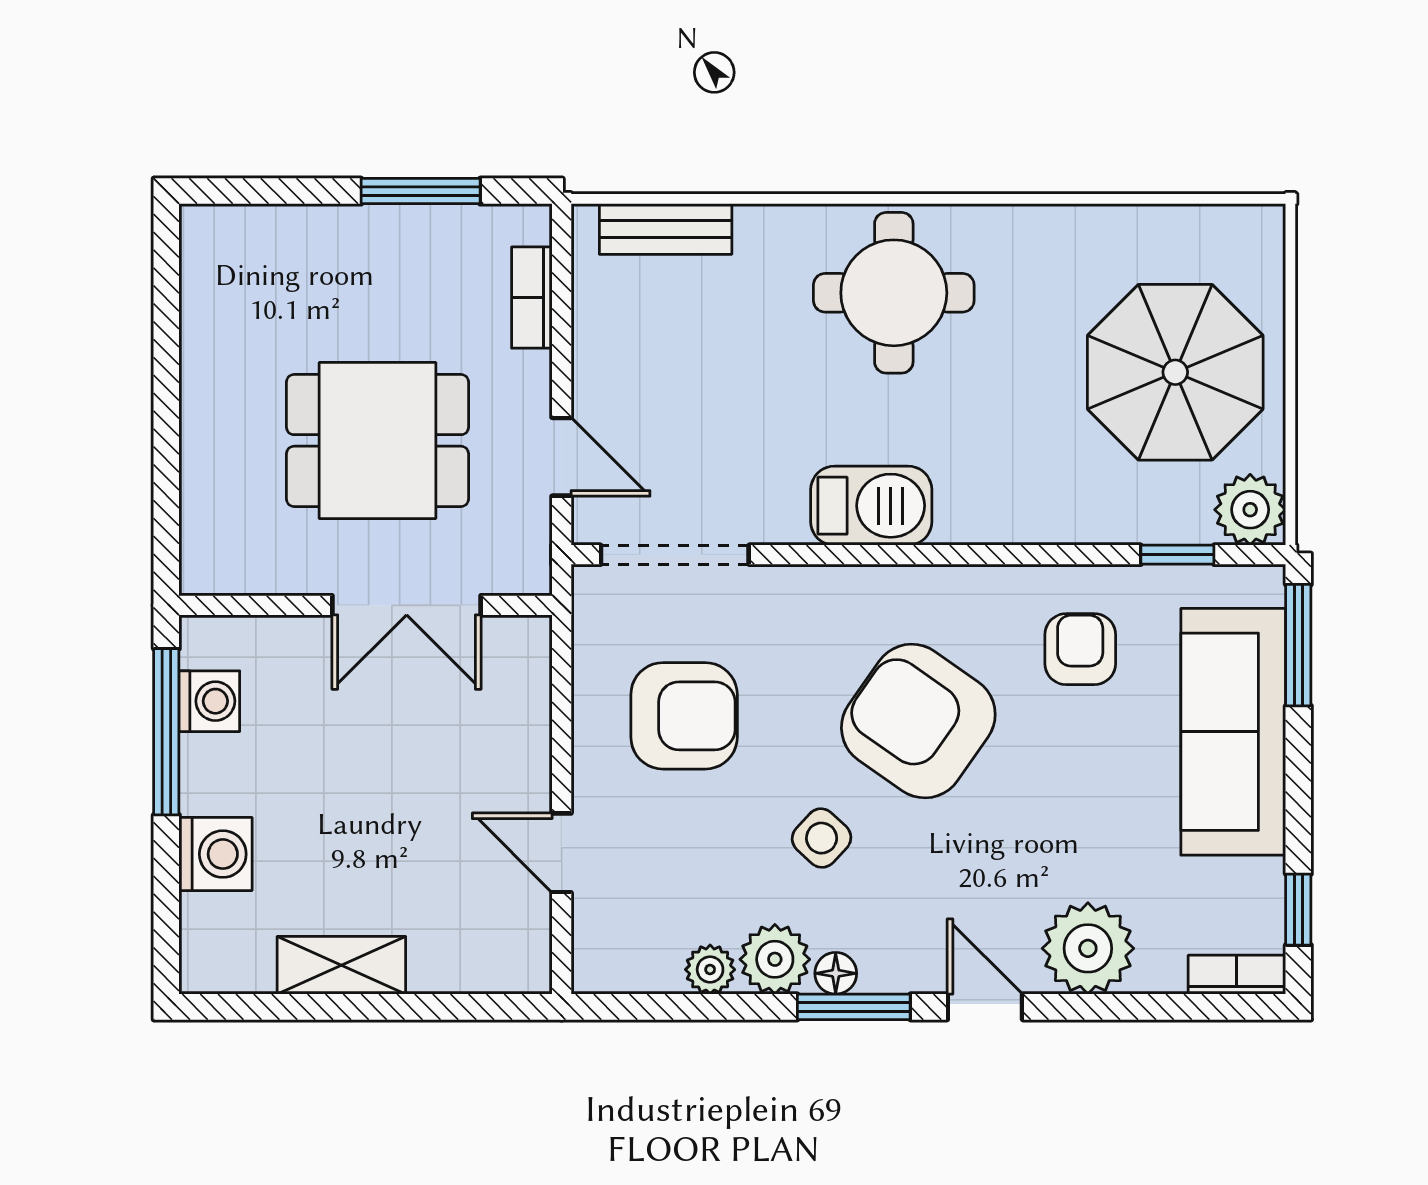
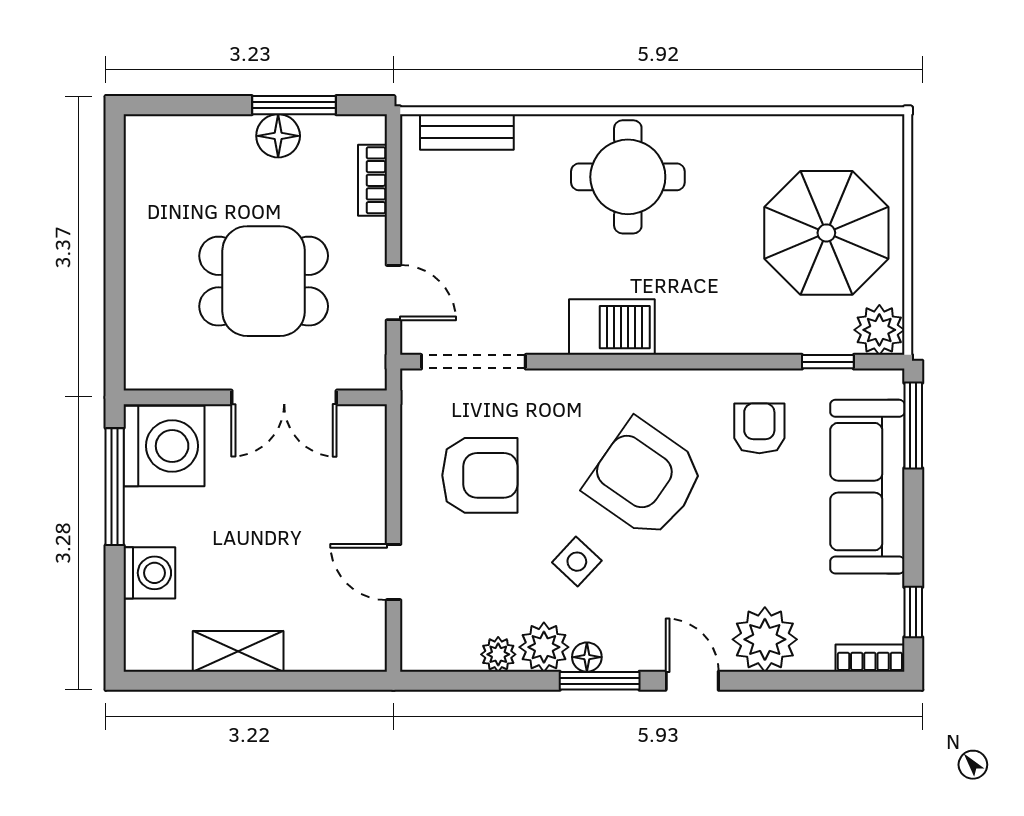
floor lamp: (398, 235) -> (278, 136), added
washing machine: (209, 701) -> (164, 446), width x1.89, depth x1.89

